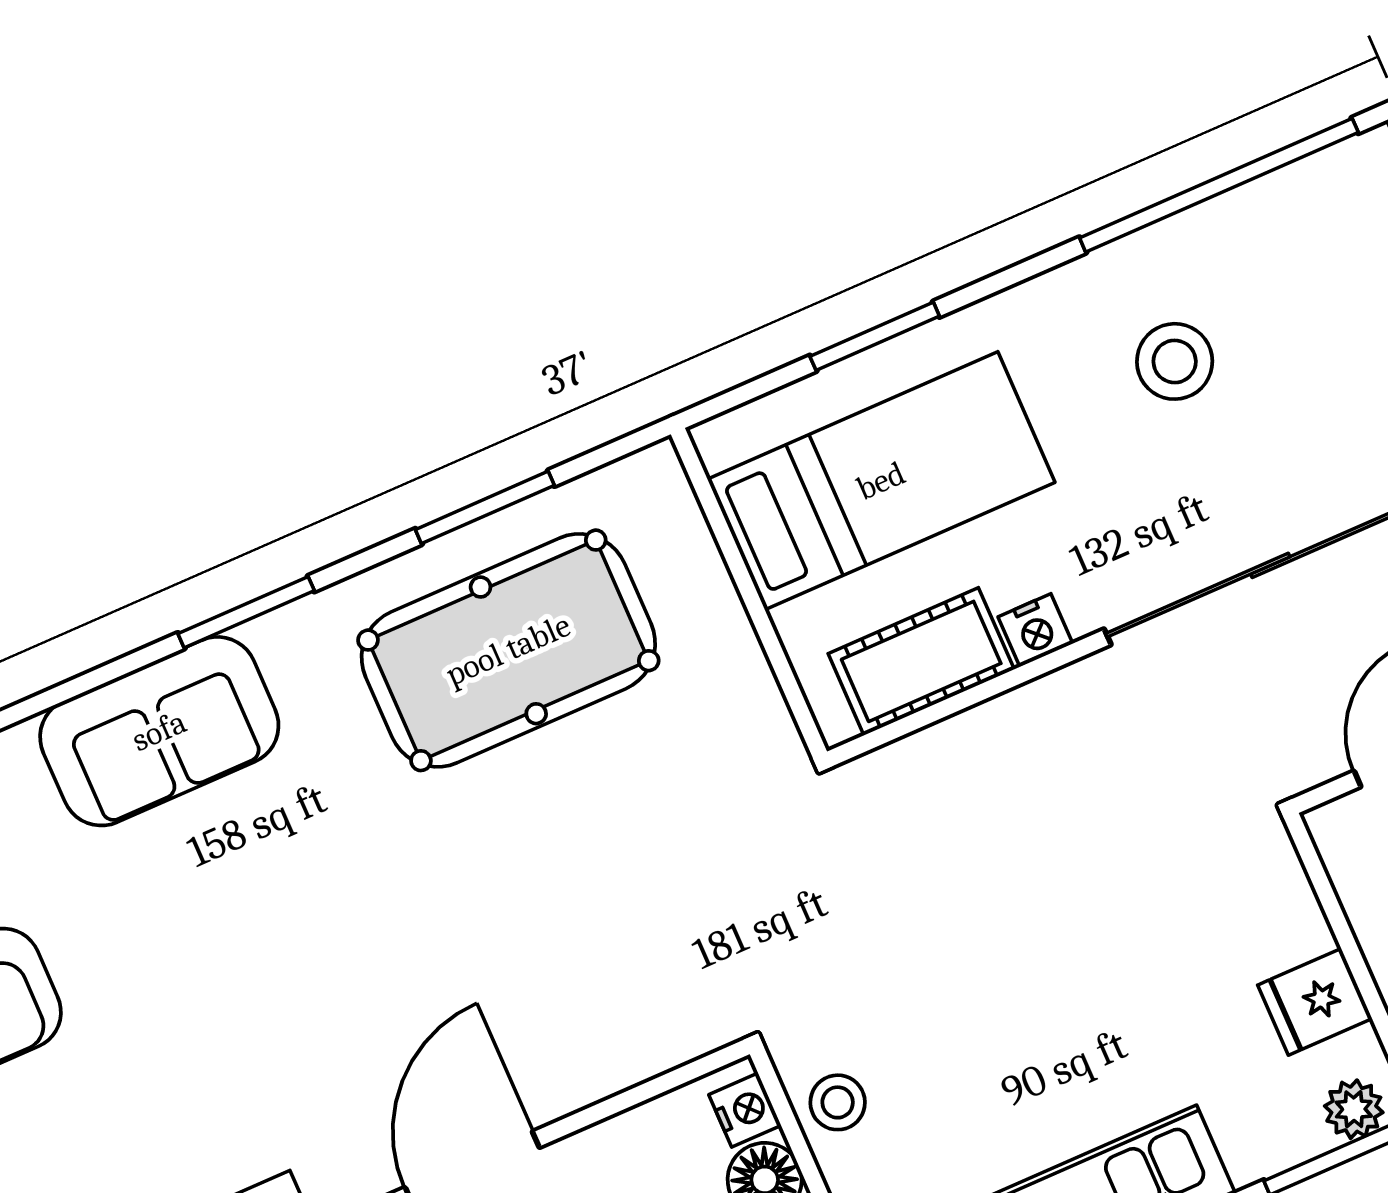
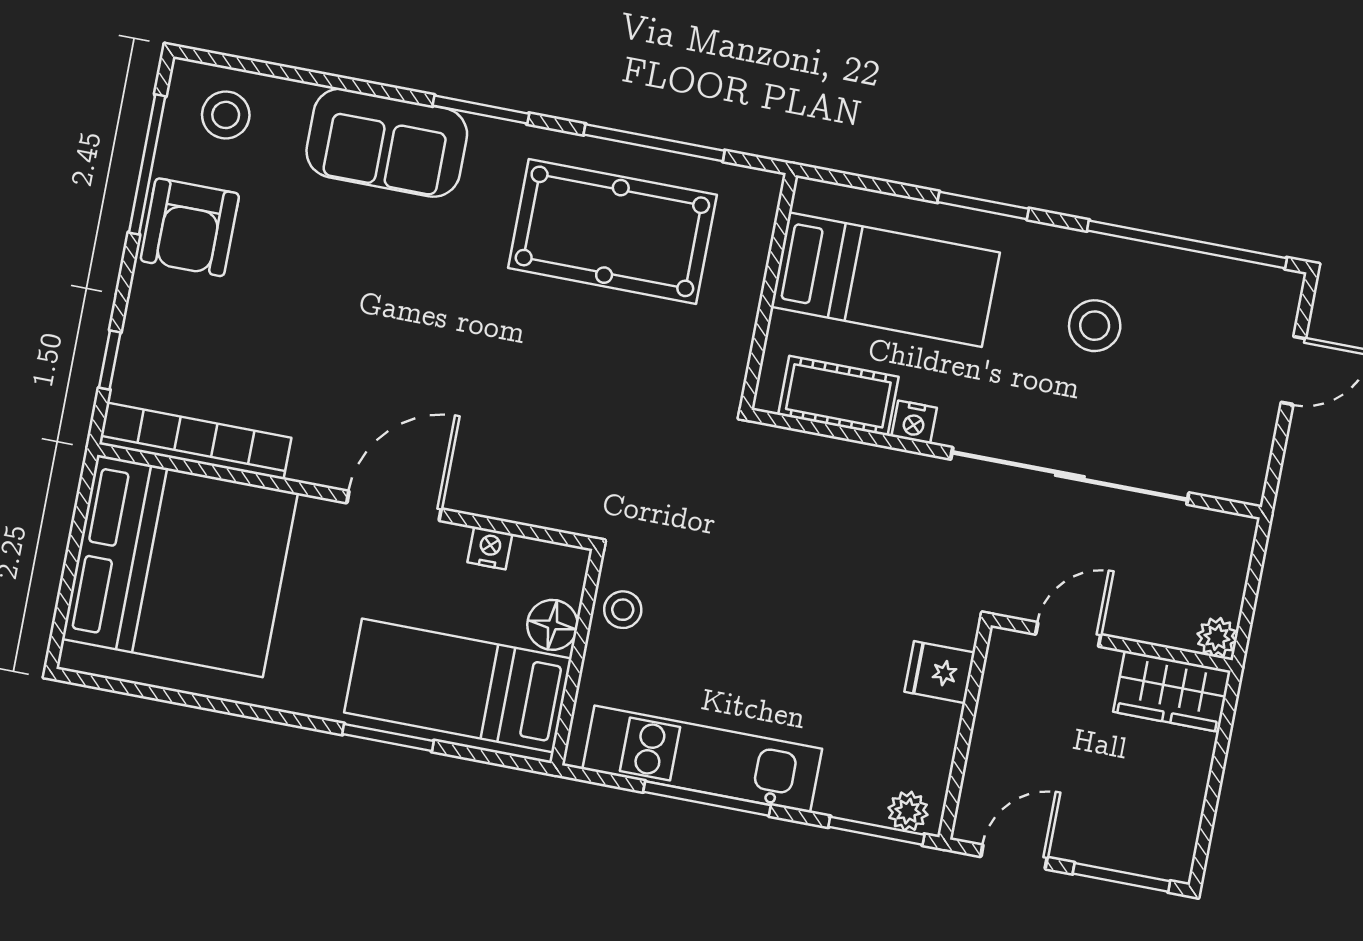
window: (875, 336) -> (983, 205), moved
window: (485, 507) -> (654, 143), width x1.44
fridge: (1315, 1002) -> (940, 672), moved
nightstand: (745, 1110) -> (490, 548), moved, turned -90

